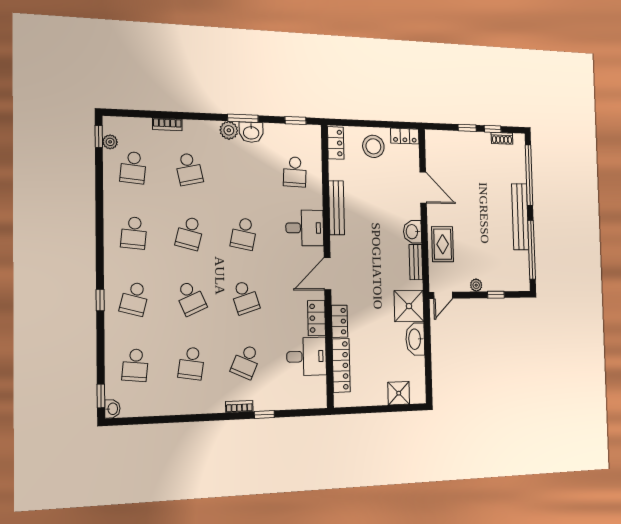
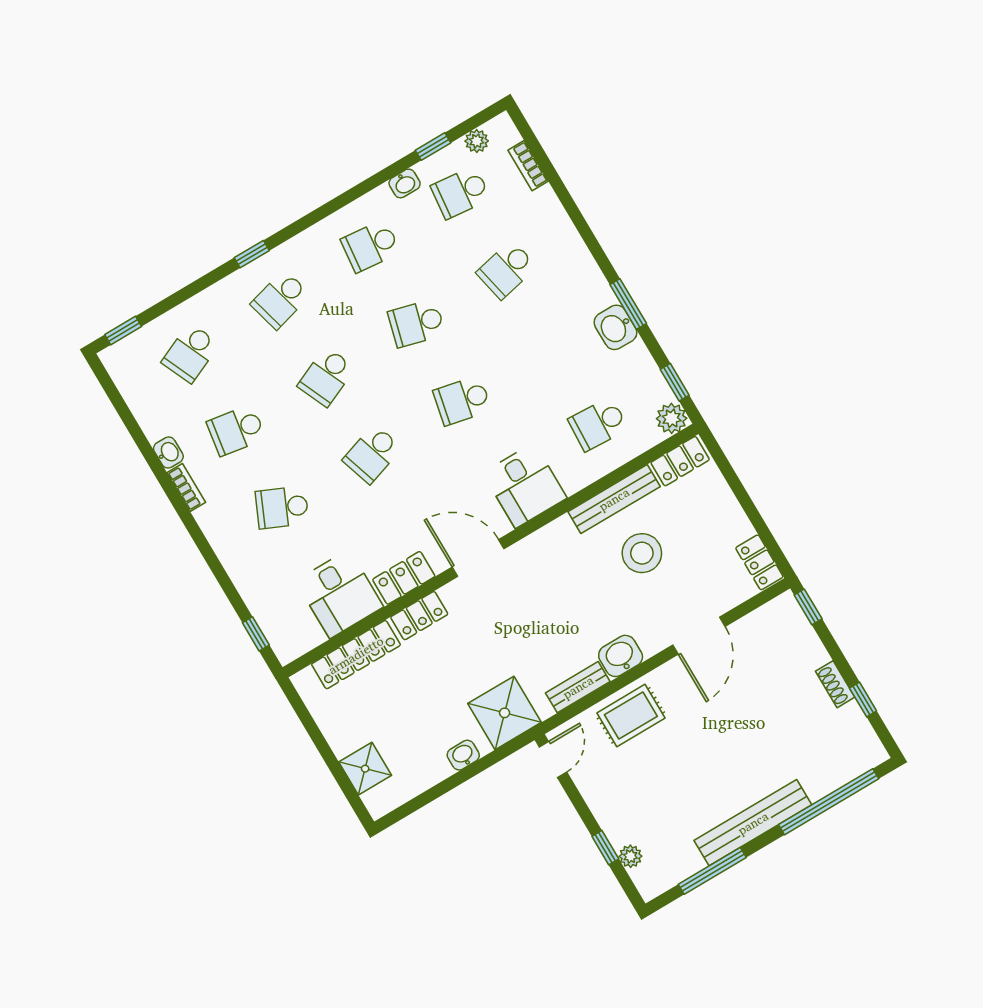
bookcase: (167, 124) -> (528, 166), moved
window: (467, 128) -> (808, 607), moved
plant: (229, 130) -> (672, 418), moved
window: (99, 136) -> (433, 147), moved
shoe rack: (502, 138) -> (835, 684), moved
stool: (373, 146) -> (642, 553), moved
washbasin: (110, 194) -> (405, 183), added
bench: (337, 208) -> (614, 499), moved
window: (532, 250) -> (712, 871), width x0.68
plant: (476, 285) -> (630, 856), moved
door: (443, 295) -> (553, 760), swing flipped
school desk: (135, 299) -> (280, 299), turned -30
washbasin: (415, 339) -> (463, 755), width x0.52, depth x0.69
school desk: (135, 365) -> (190, 353), turned -30
bookcase: (239, 406) -> (186, 488), moved
washbasin: (112, 409) -> (168, 452), moved, turned -90
window: (264, 415) -> (256, 634), moved

